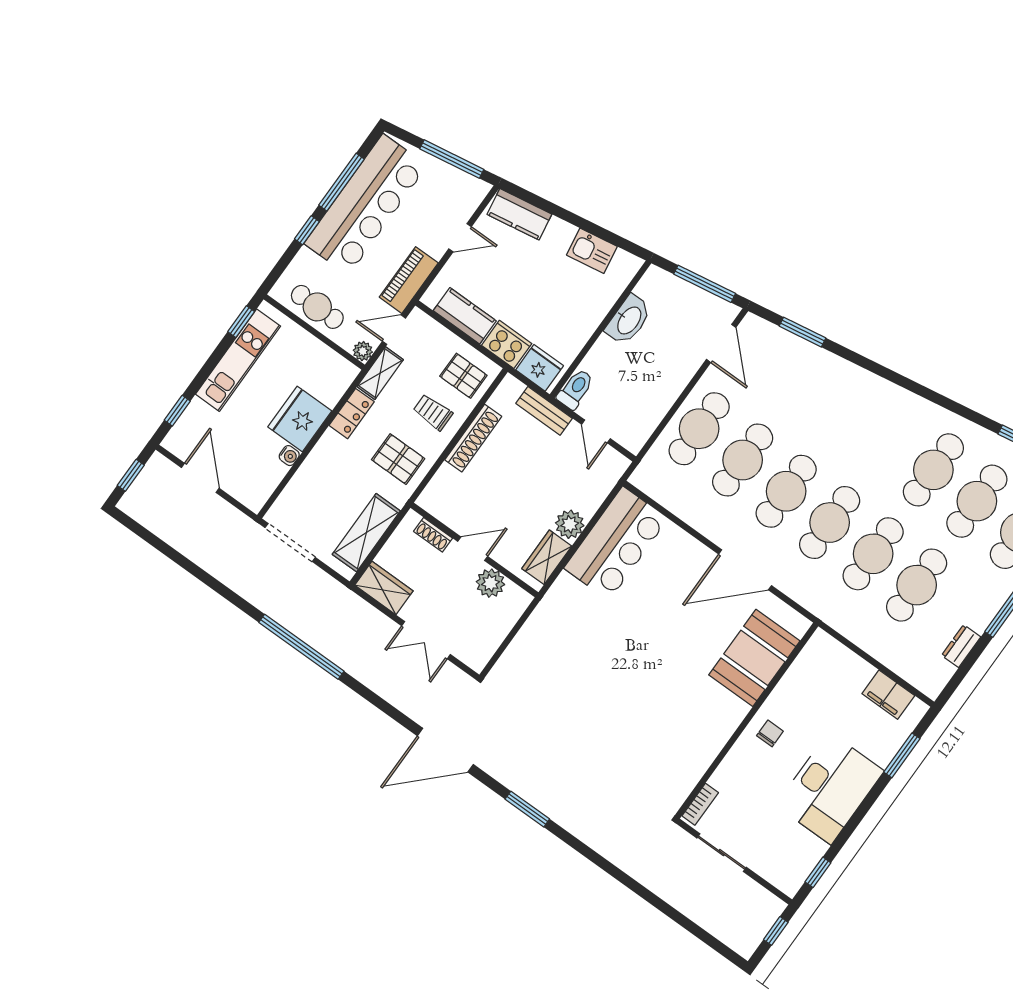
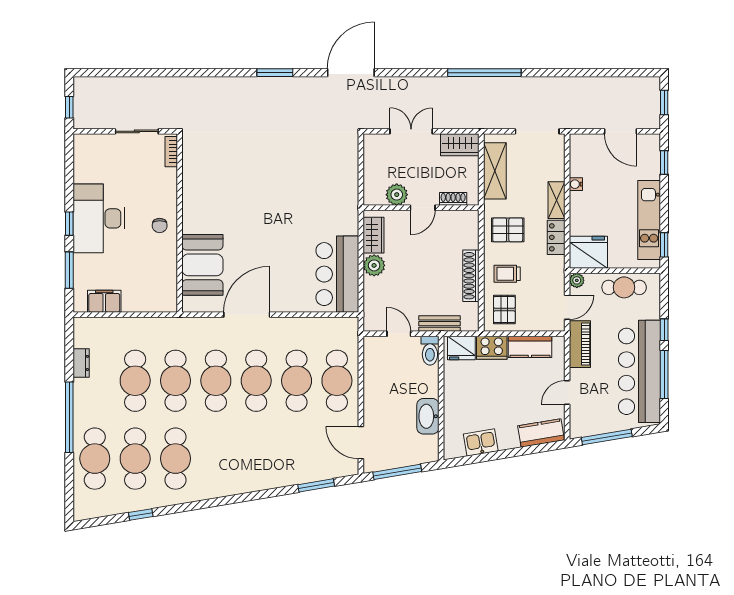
shelving: (380, 373) -> (556, 200), moved
pallet: (463, 376) -> (504, 310), turned 90
trolley: (433, 412) -> (507, 274), turned 180
fridge: (300, 419) -> (588, 252), moved, turned -90
window: (818, 872) -> (69, 224), moved

